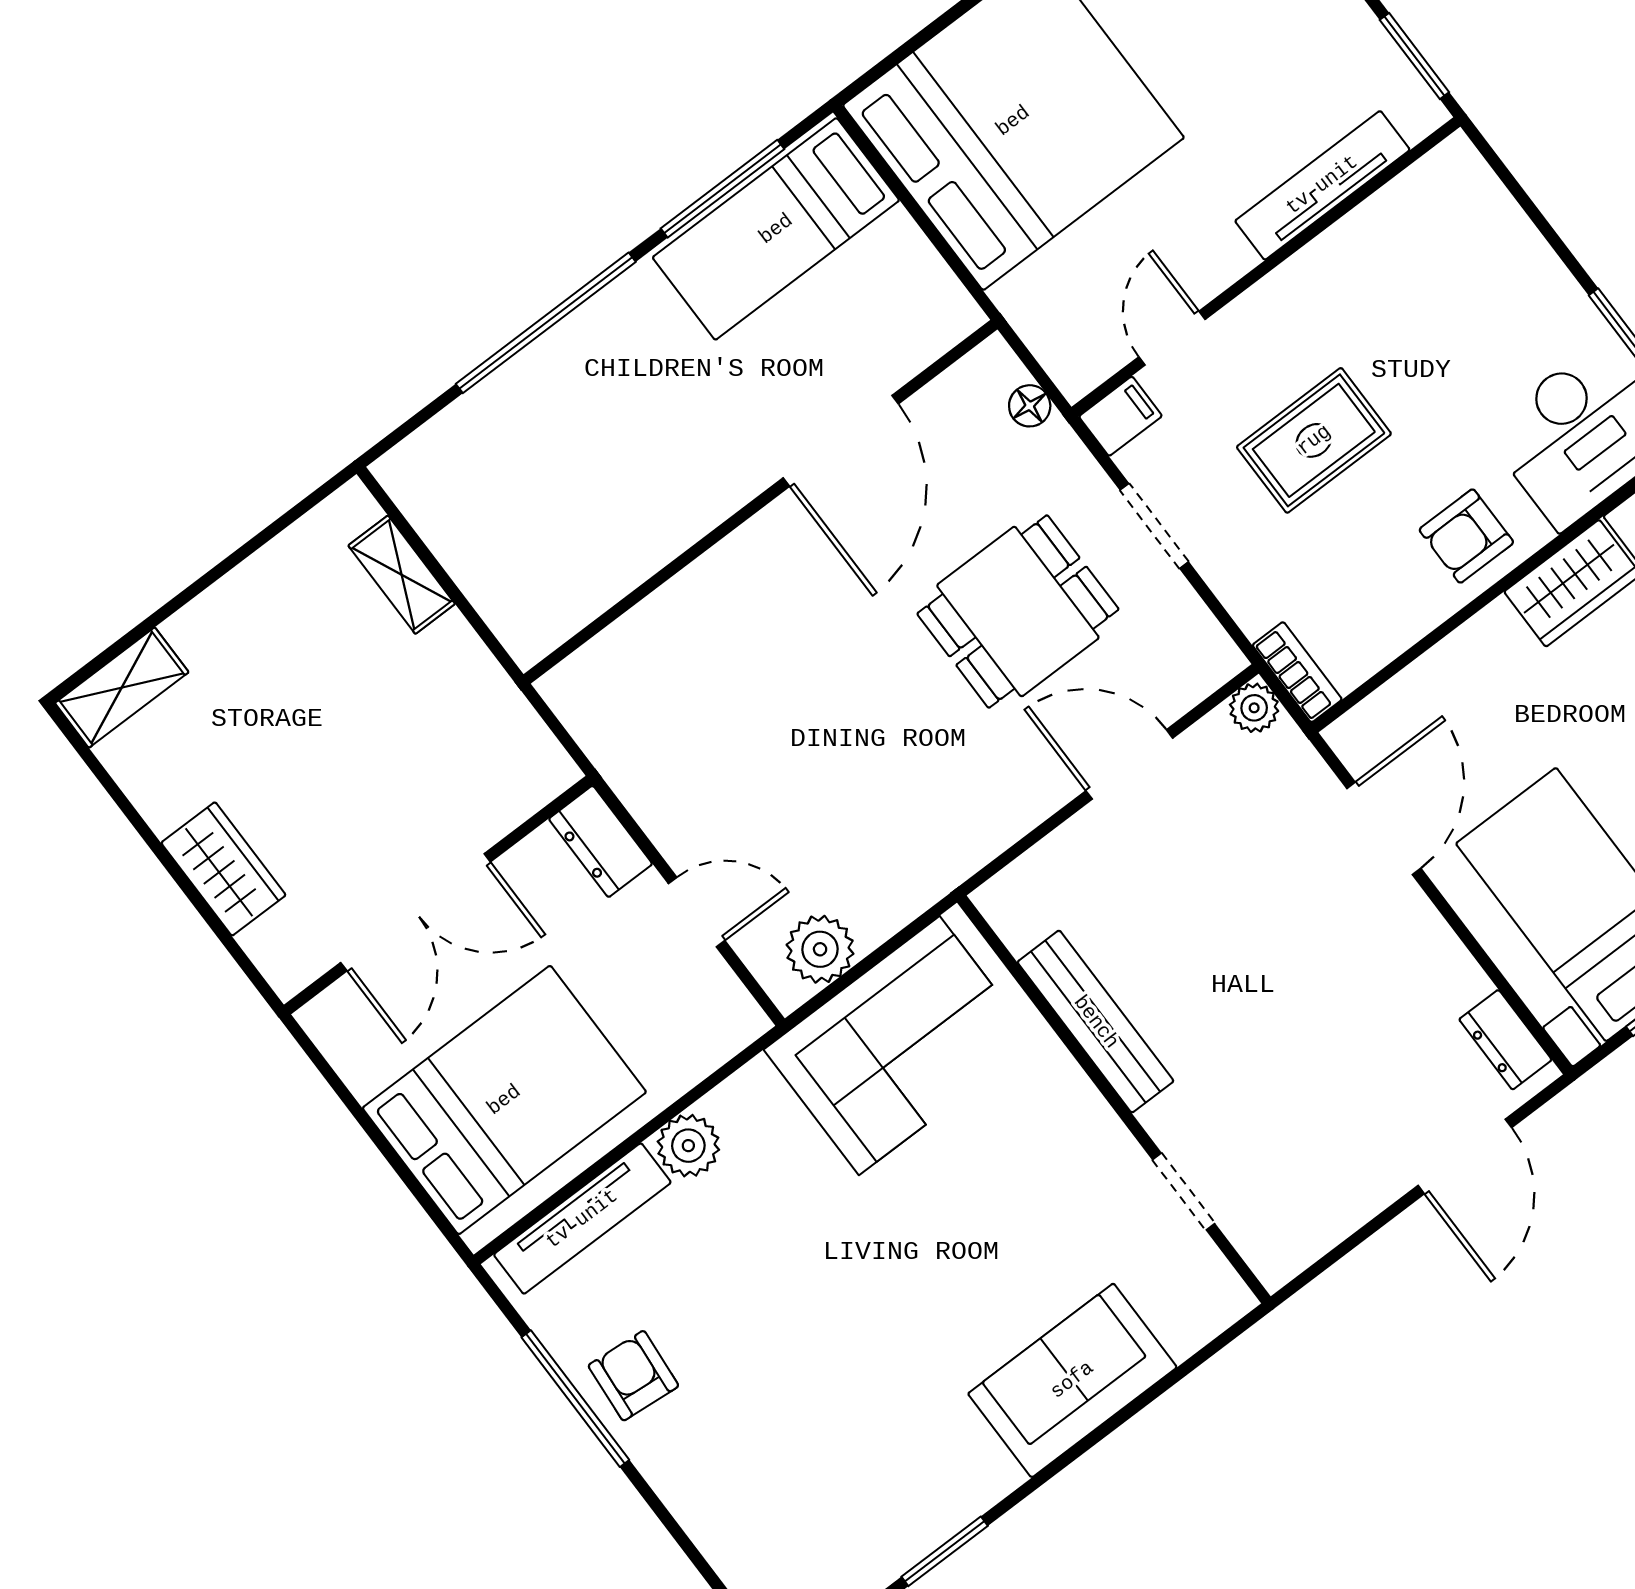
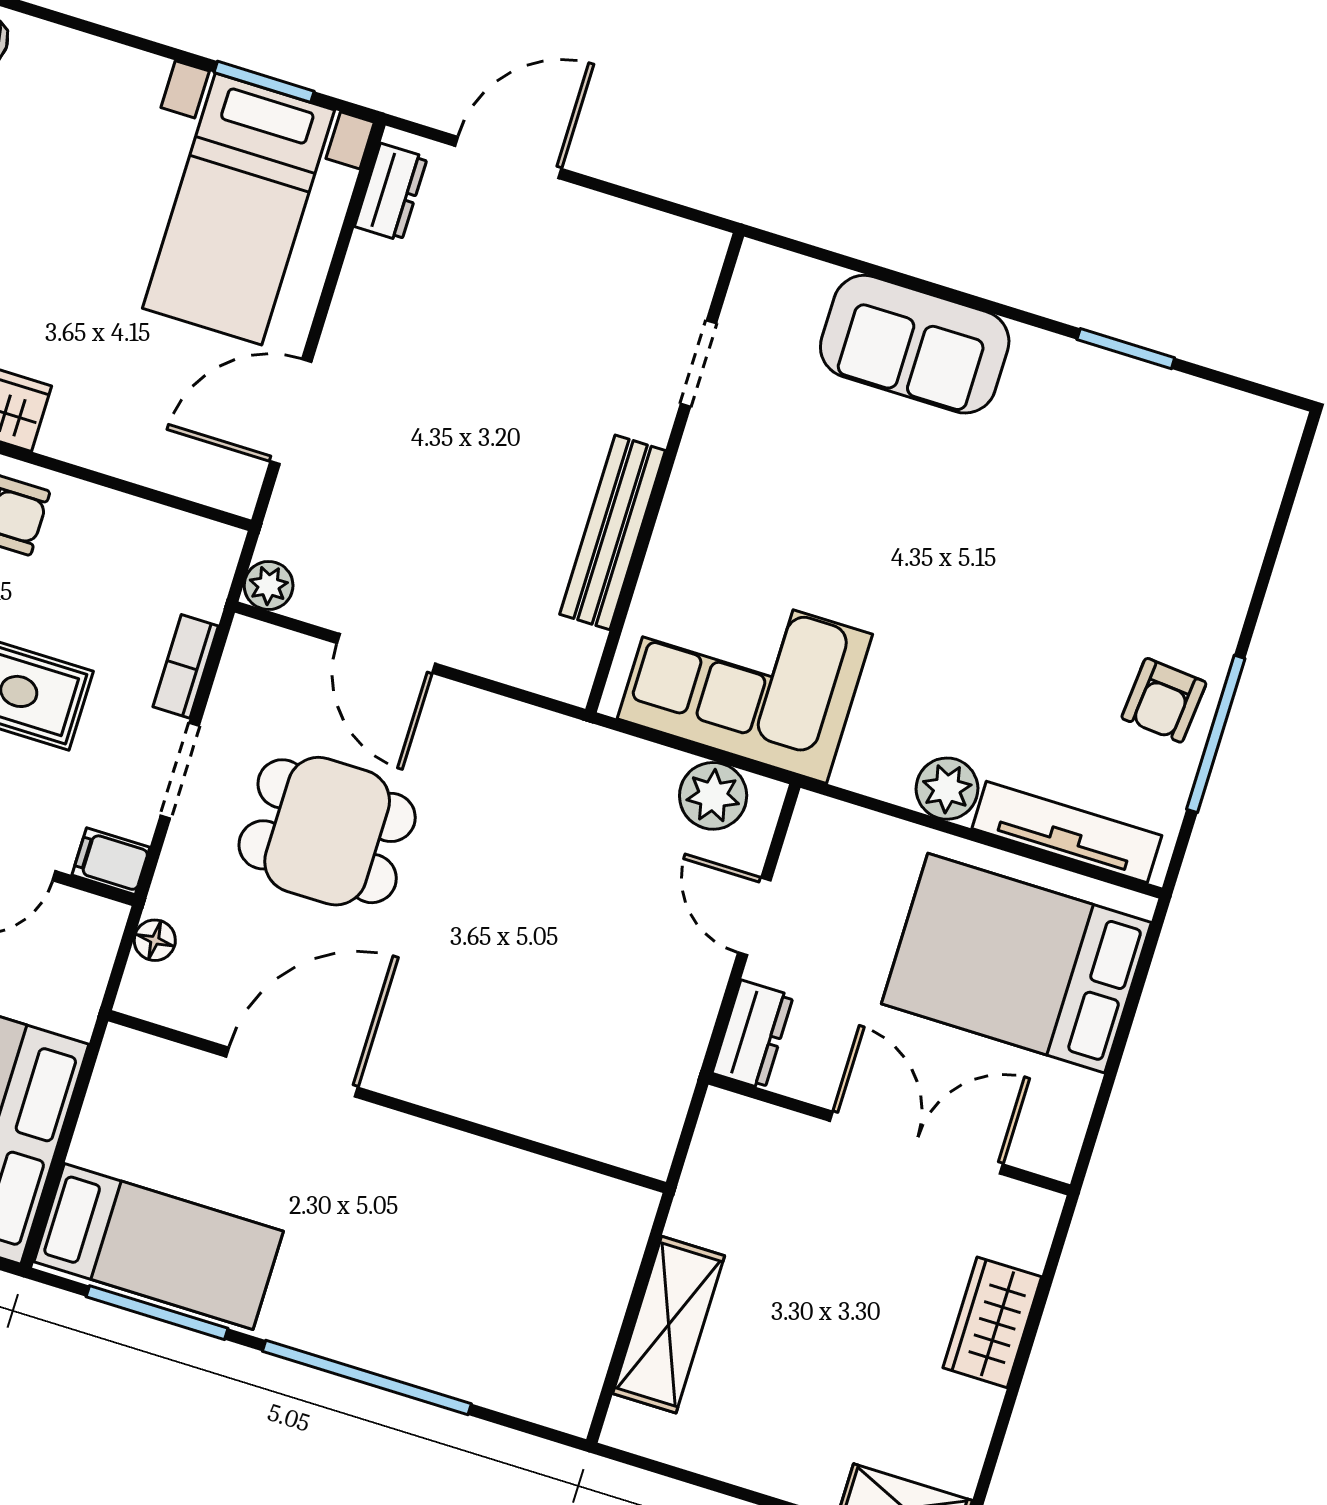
shelving: (402, 575) -> (669, 1325), width x1.50, depth x1.33
bookcase: (1297, 672) -> (186, 666), moved

